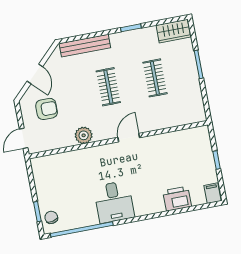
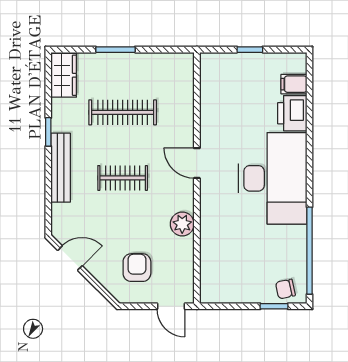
bench: (85, 46) -> (61, 168), moved
door: (35, 74) -> (70, 258), moved
clothes rail: (155, 78) -> (123, 112), width x1.36
filing cabinet: (212, 193) -> (294, 84), moved
desk: (114, 202) -> (273, 178), width x1.87, depth x1.30

